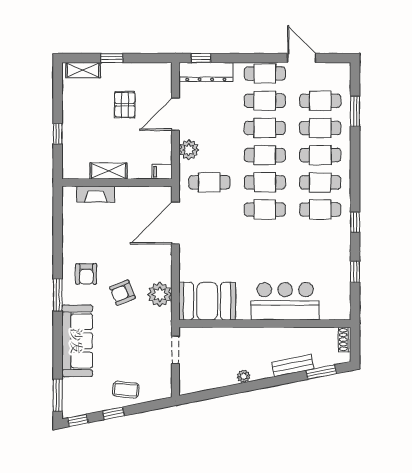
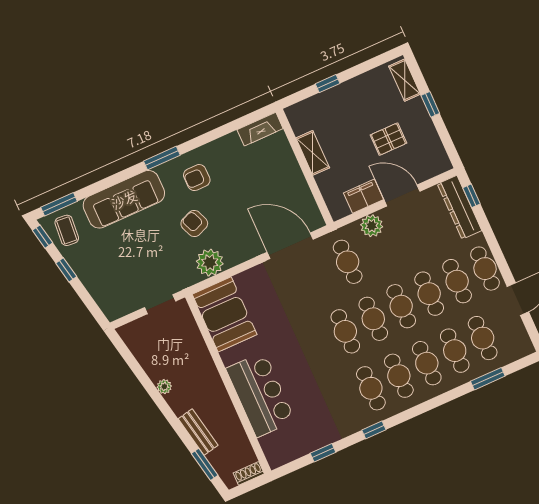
filing cabinet: (162, 172) -> (363, 196), moved, width x2.00
fireplace: (96, 194) -> (260, 129), moved, turned -90
coffee table: (126, 390) -> (67, 230), moved

